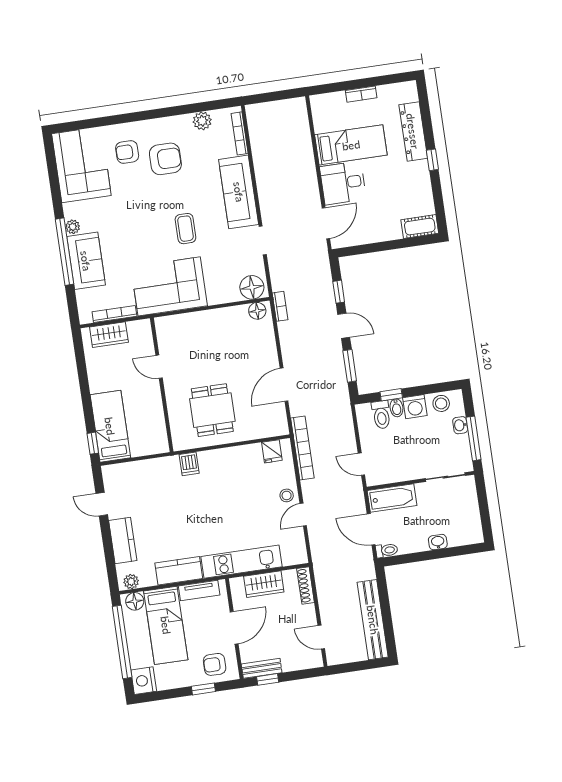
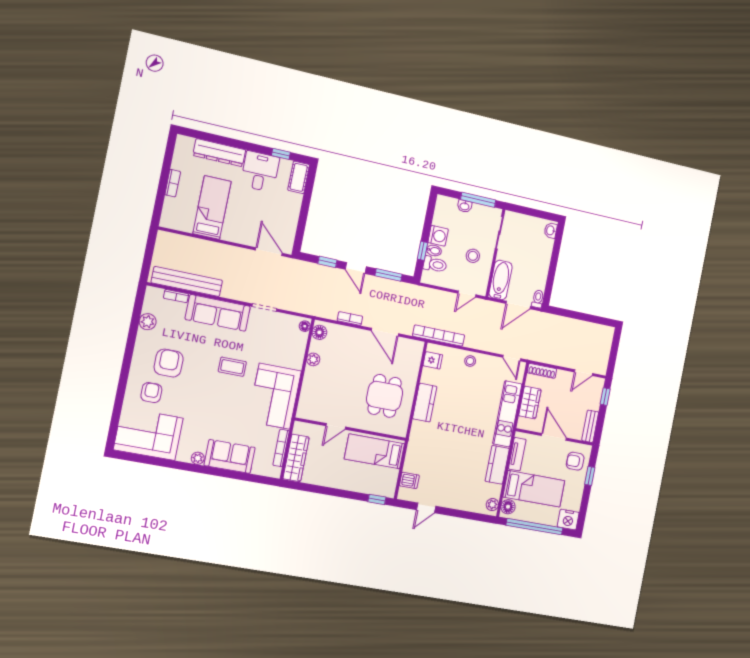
bookcase: (240, 133) -> (176, 296), width x0.64
armchair: (127, 152) -> (151, 393), turned 180
window: (432, 160) -> (281, 154), moved
desk: (343, 183) -> (260, 171), moved, turned 180
window: (64, 252) -> (216, 472), removed
floor lamp: (252, 287) -> (305, 326), width x0.53, depth x0.53
bookcase: (280, 306) -> (350, 318), moved
plant: (225, 315) -> (313, 359), added
door: (344, 326) -> (356, 268), swing flipped
wardrobe: (109, 335) -> (296, 458), width x1.50
stool: (441, 403) -> (473, 256), moved
dining table: (212, 410) -> (385, 396), turned 90
bed: (110, 426) -> (375, 451), moved
dishwasher: (189, 464) -> (409, 480), moved
door: (303, 515) -> (512, 358), moved
kitchen counter: (123, 541) -> (425, 403), moved, turned 90
washbasin: (438, 542) -> (551, 230), moved
bench: (373, 620) -> (187, 282), moved
armchair: (215, 664) -> (575, 461), turned 90
window: (268, 679) -> (605, 397), moved

